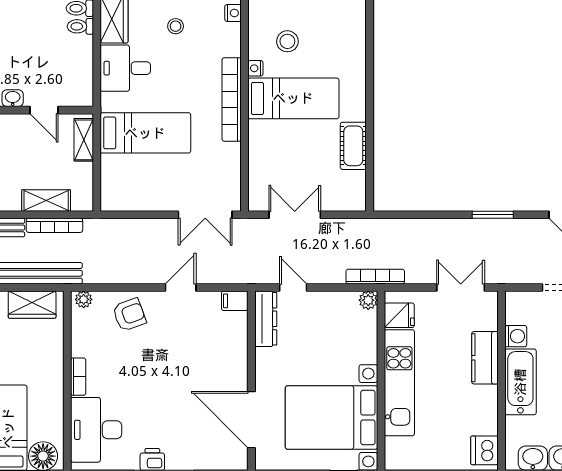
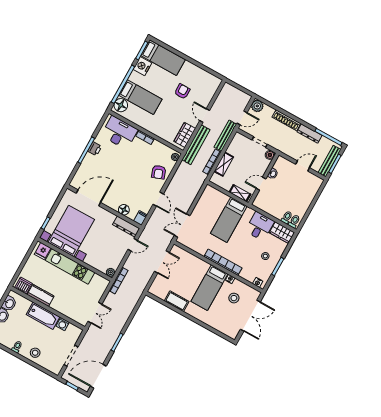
fridge: (399, 315) -> (43, 251), moved
floor lamp: (237, 341) -> (124, 210), added
kitchen counter: (485, 358) -> (41, 295), moved

